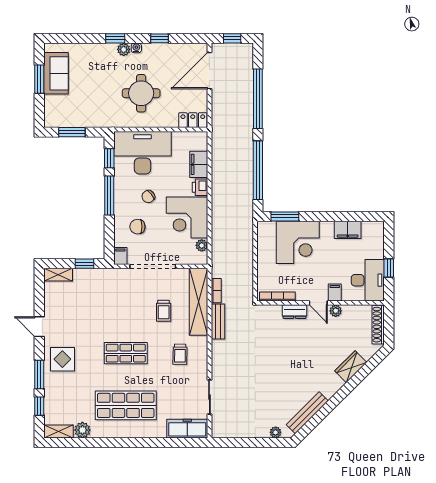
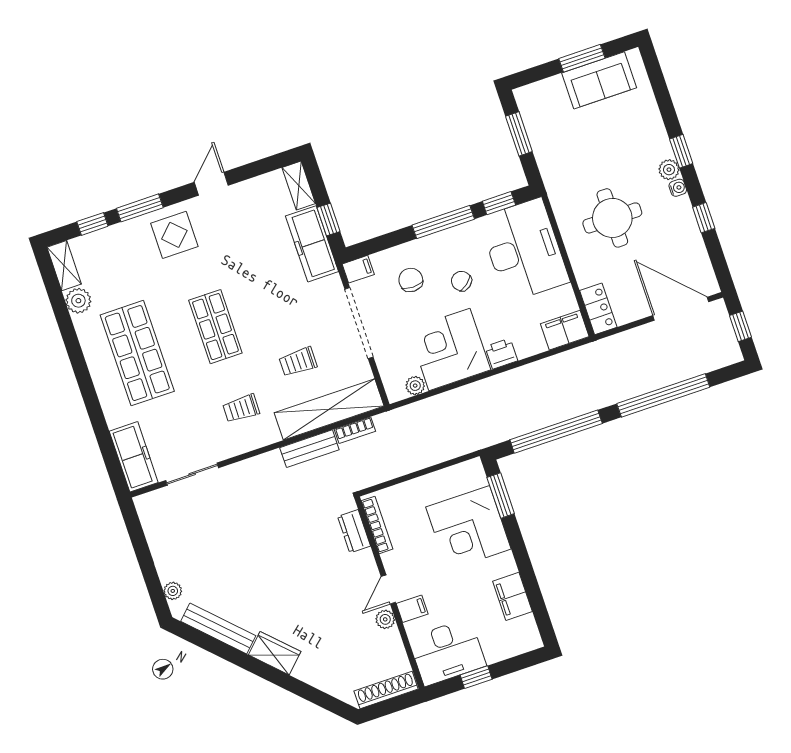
filing cabinet: (199, 164) -> (565, 330), moved
freezer: (96, 278) -> (312, 244), added
dresser: (295, 312) -> (354, 531), moved
wardrobe: (351, 367) -> (275, 653), moved

